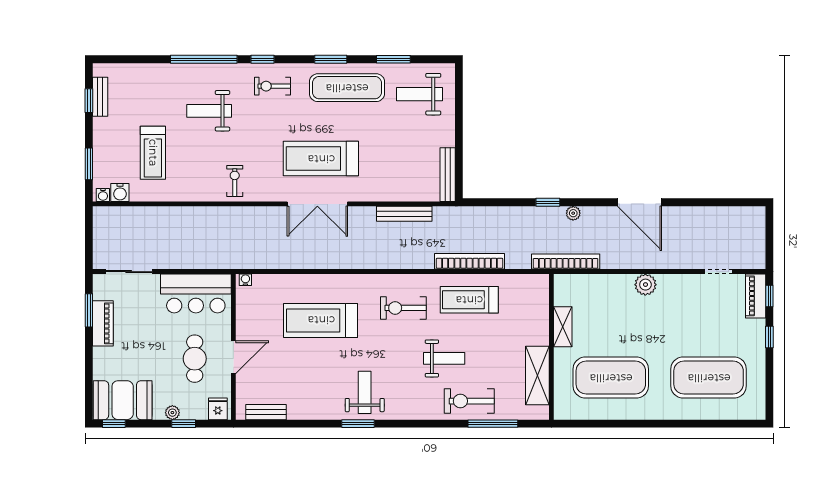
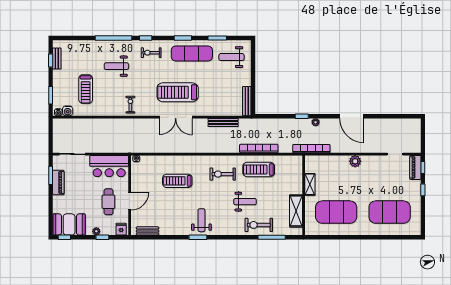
treadmill: (321, 320) -> (177, 181), width x0.73, depth x0.73

